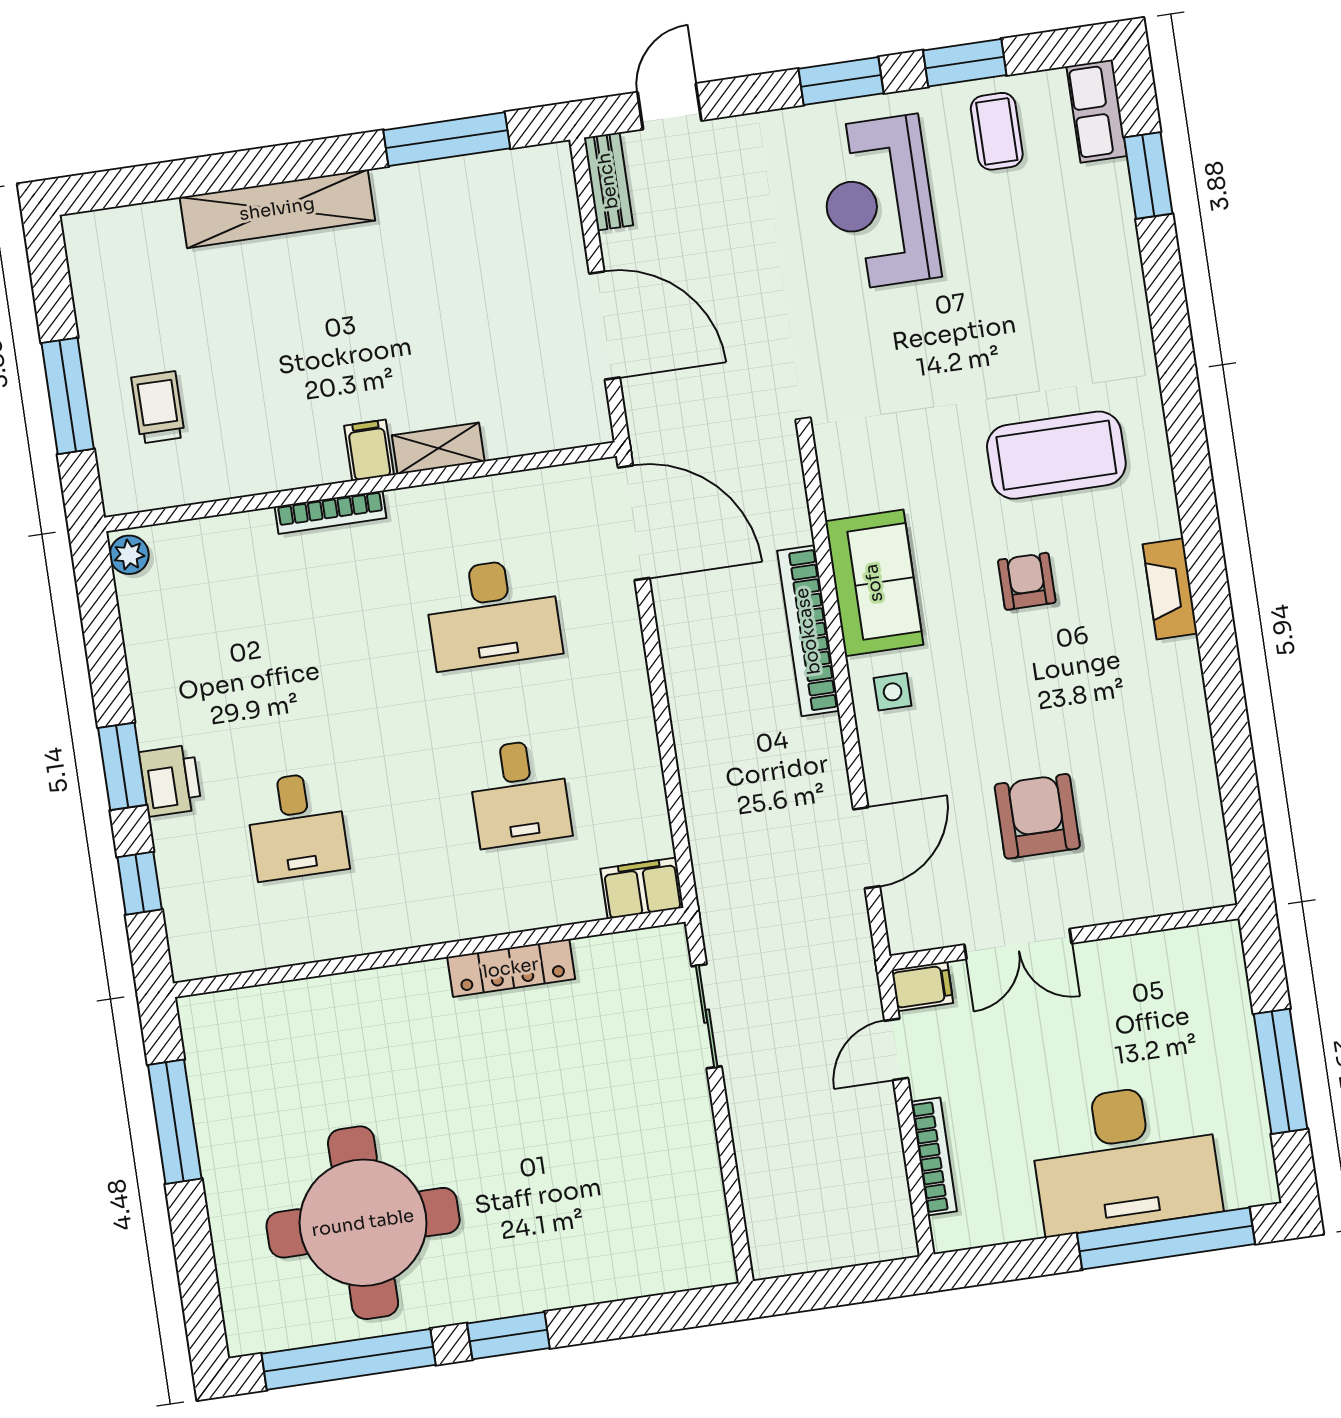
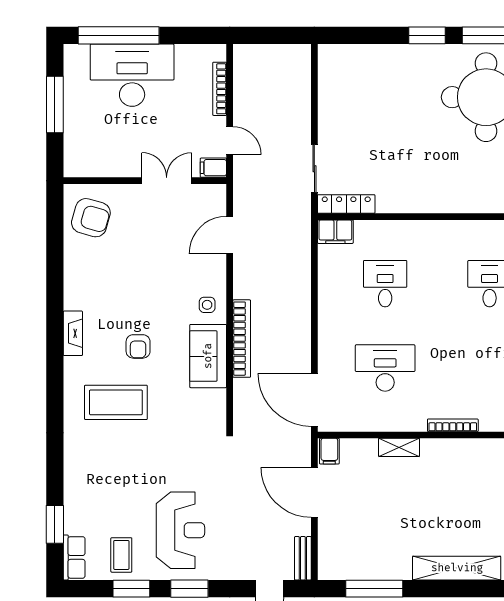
filing cabinet: (369, 450) -> (329, 451), moved
armchair: (1037, 816) -> (91, 218), moved, turned -74
locker: (511, 968) -> (346, 204), moved
door: (896, 1049) -> (230, 141), hinge flipped

